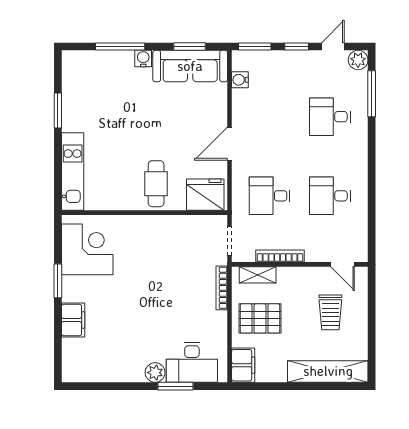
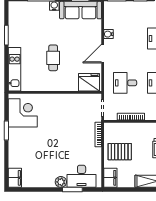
water cooler: (240, 80) -> (108, 34), moved
cafe table: (156, 184) -> (53, 58), moved
shelving: (258, 275) -> (118, 127), removed
filing cabinet: (73, 320) -> (15, 178), moved

